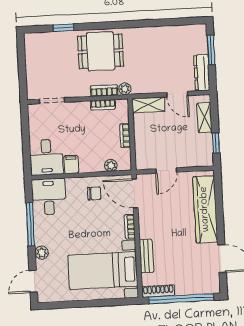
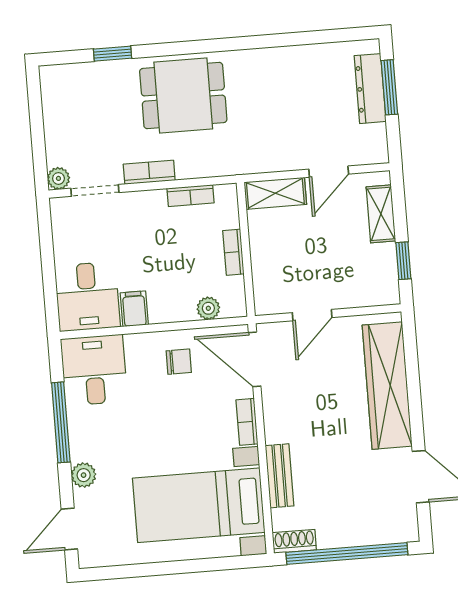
dresser: (202, 73) -> (370, 89), moved
plant: (125, 89) -> (58, 178), moved
bookcase: (104, 91) -> (149, 172), moved
door: (177, 94) -> (329, 172), hinge flipped
shoe rack: (158, 291) -> (294, 541), width x0.70

